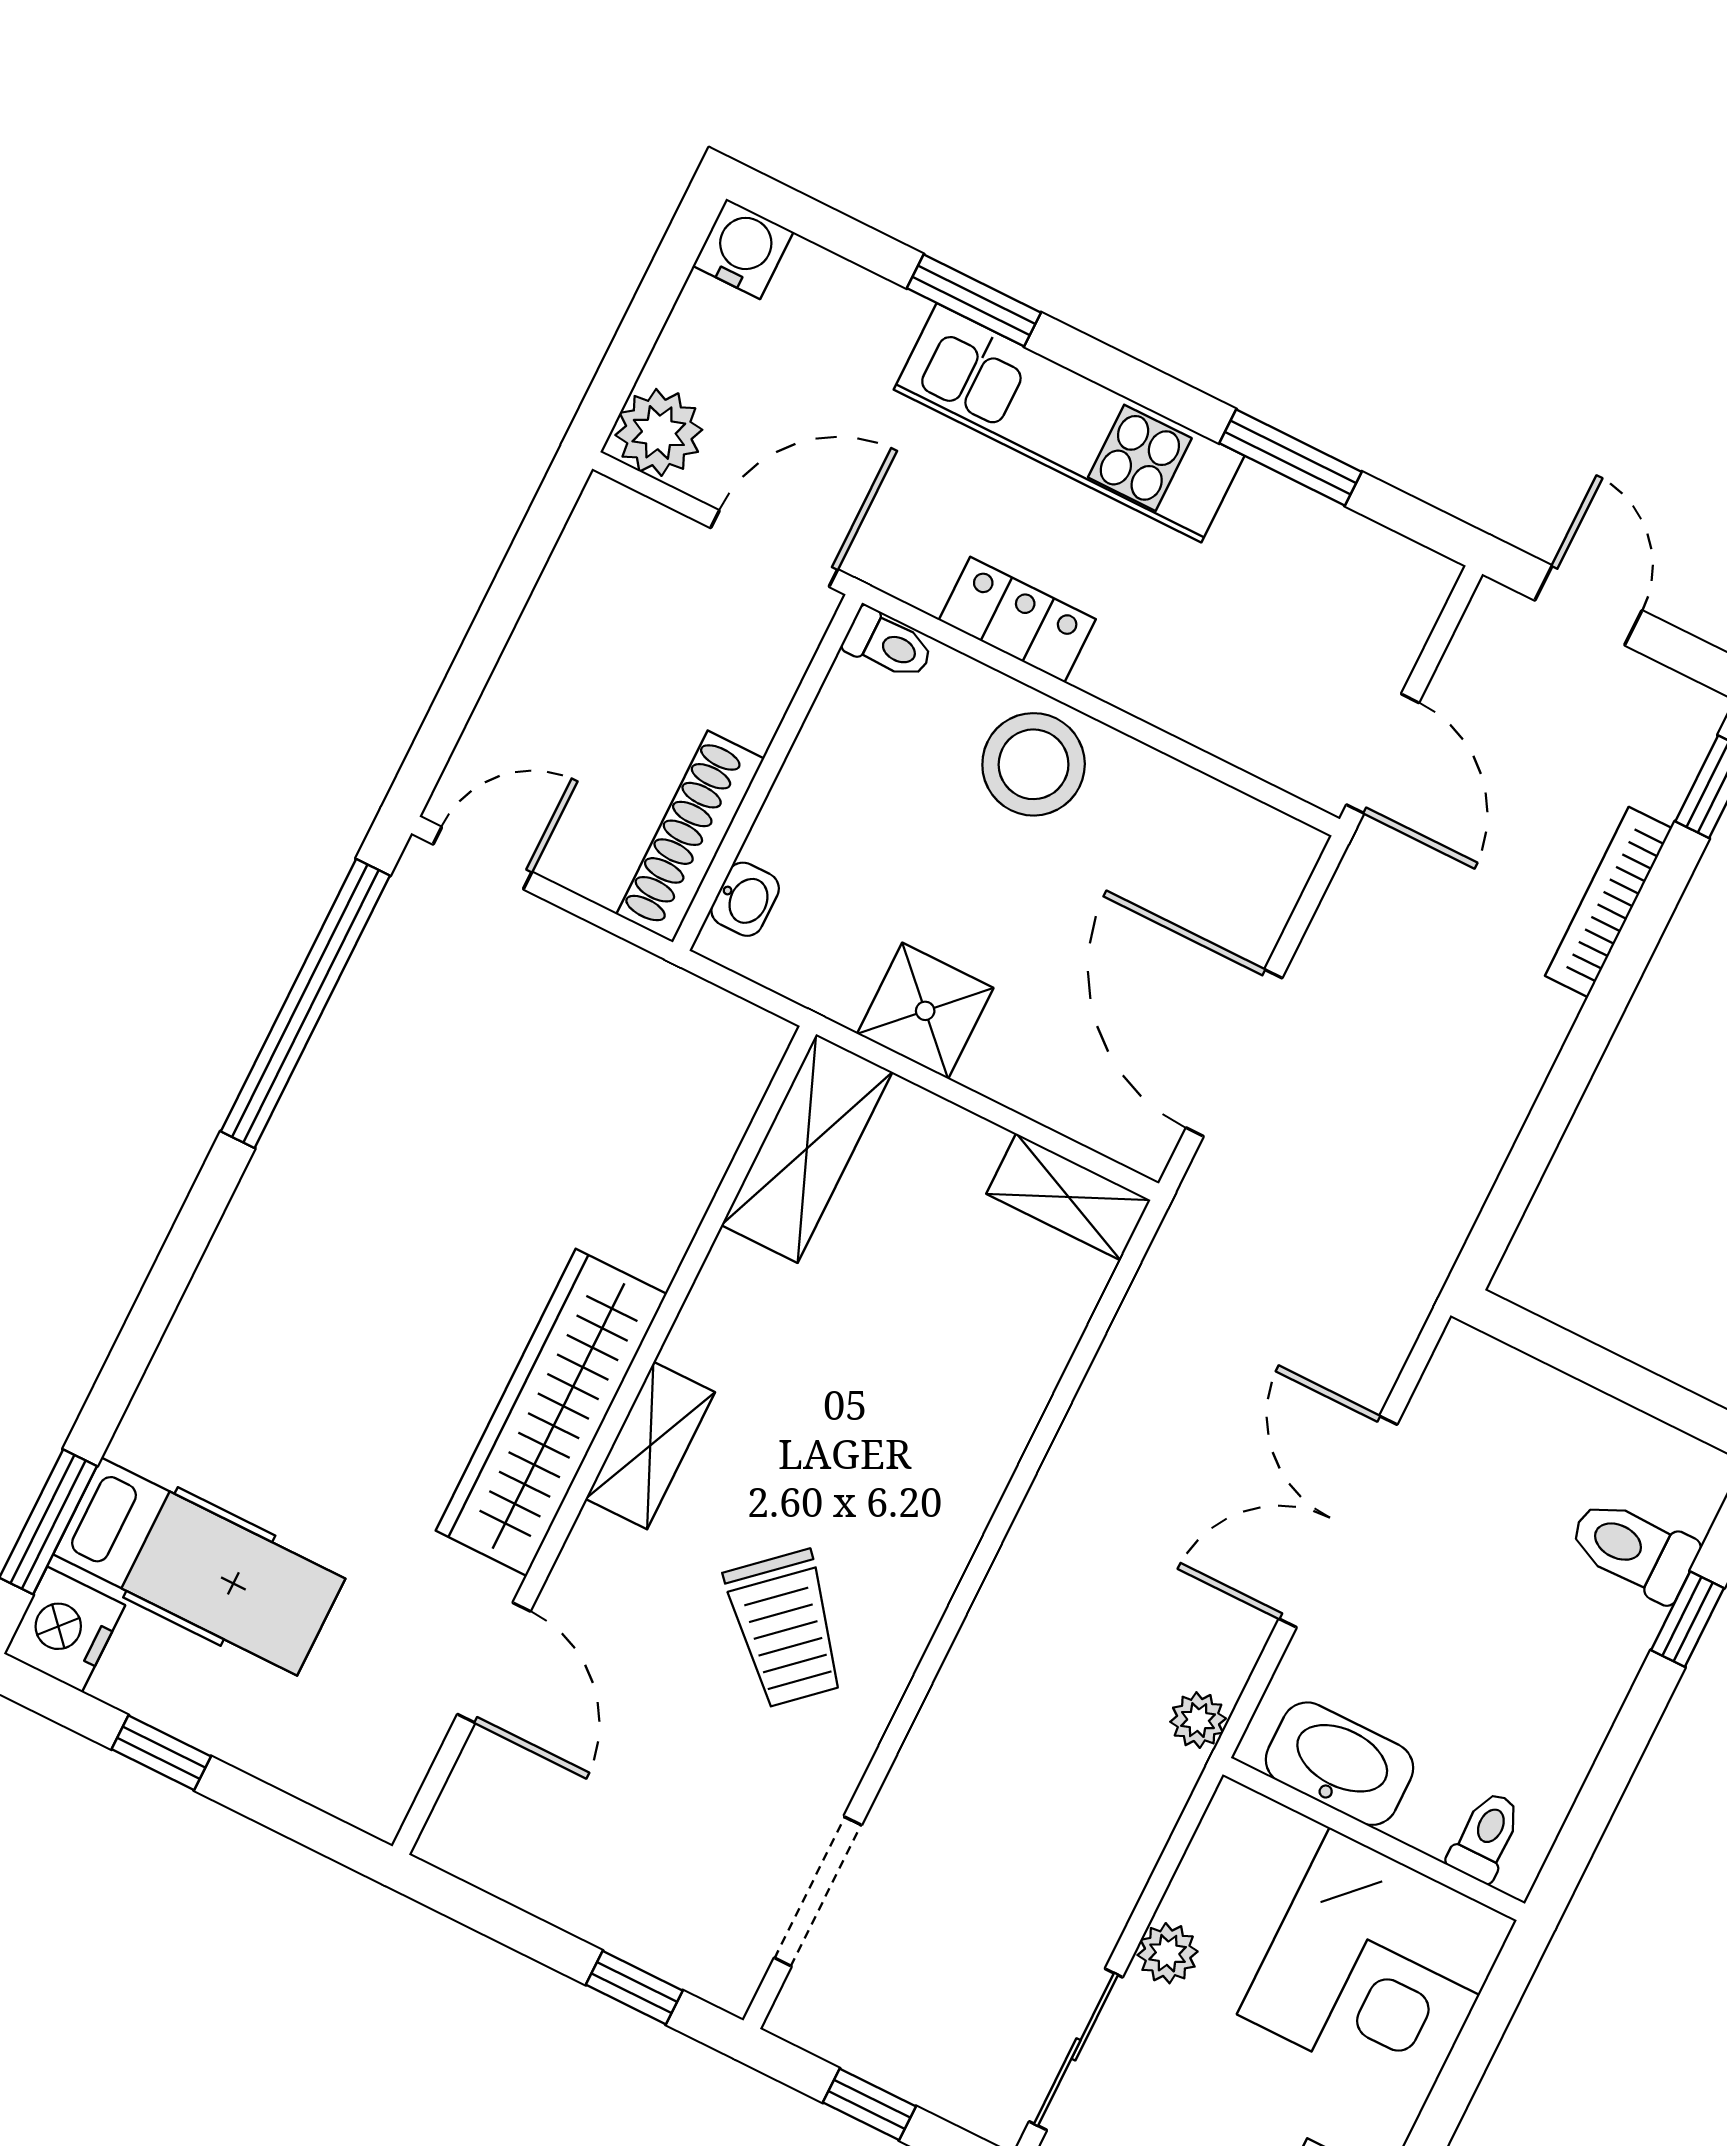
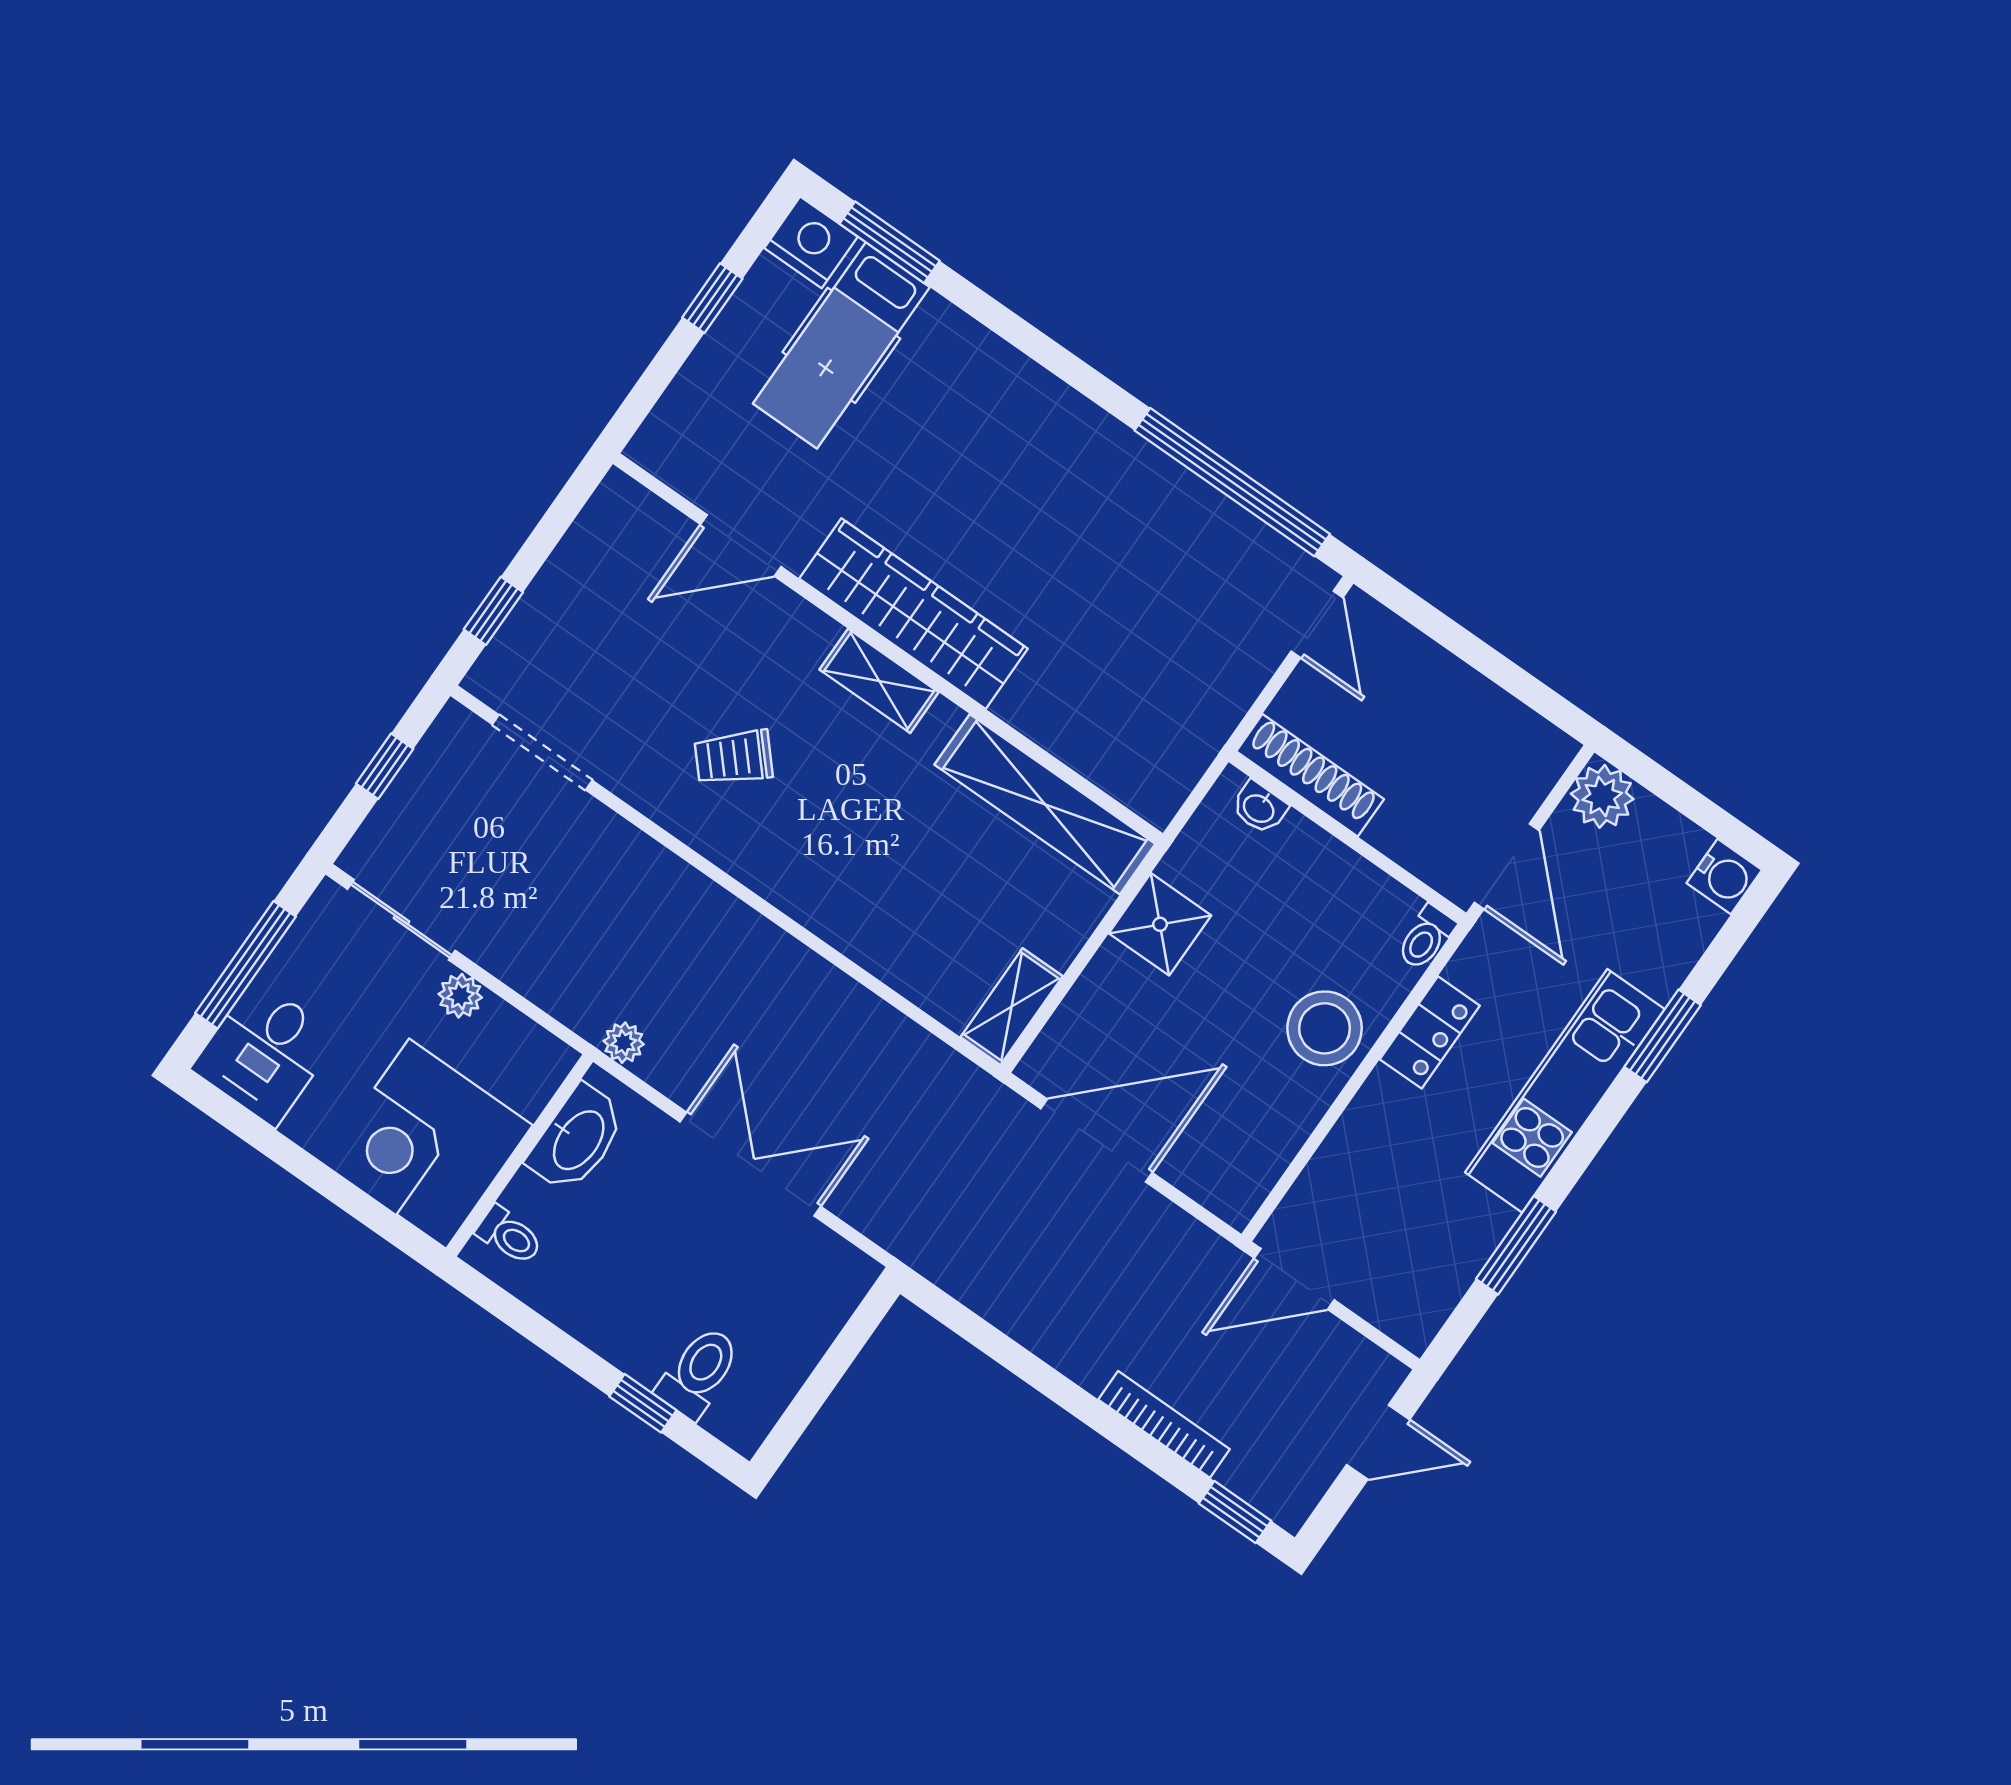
shelving: (807, 1148) -> (1045, 804), width x1.47
trolley: (785, 1629) -> (734, 758), width x0.73, depth x0.72

